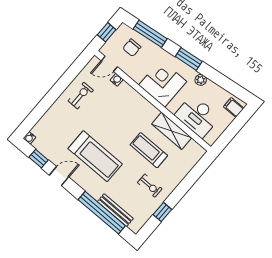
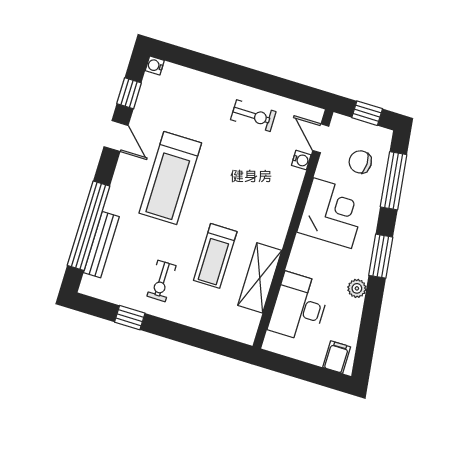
corner desk: (163, 83) -> (332, 213), moved
treadmill: (149, 150) -> (215, 256), turned 180

